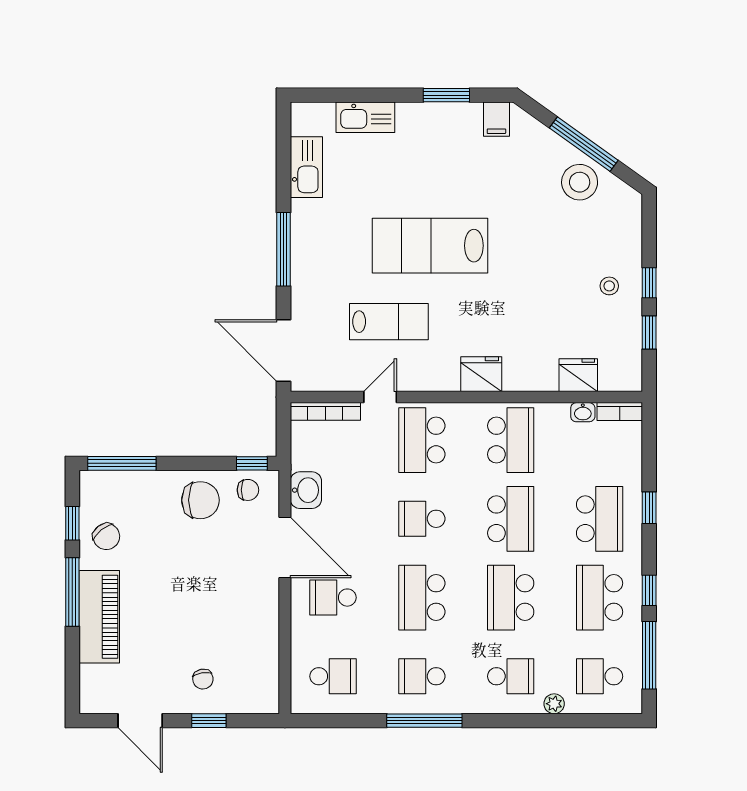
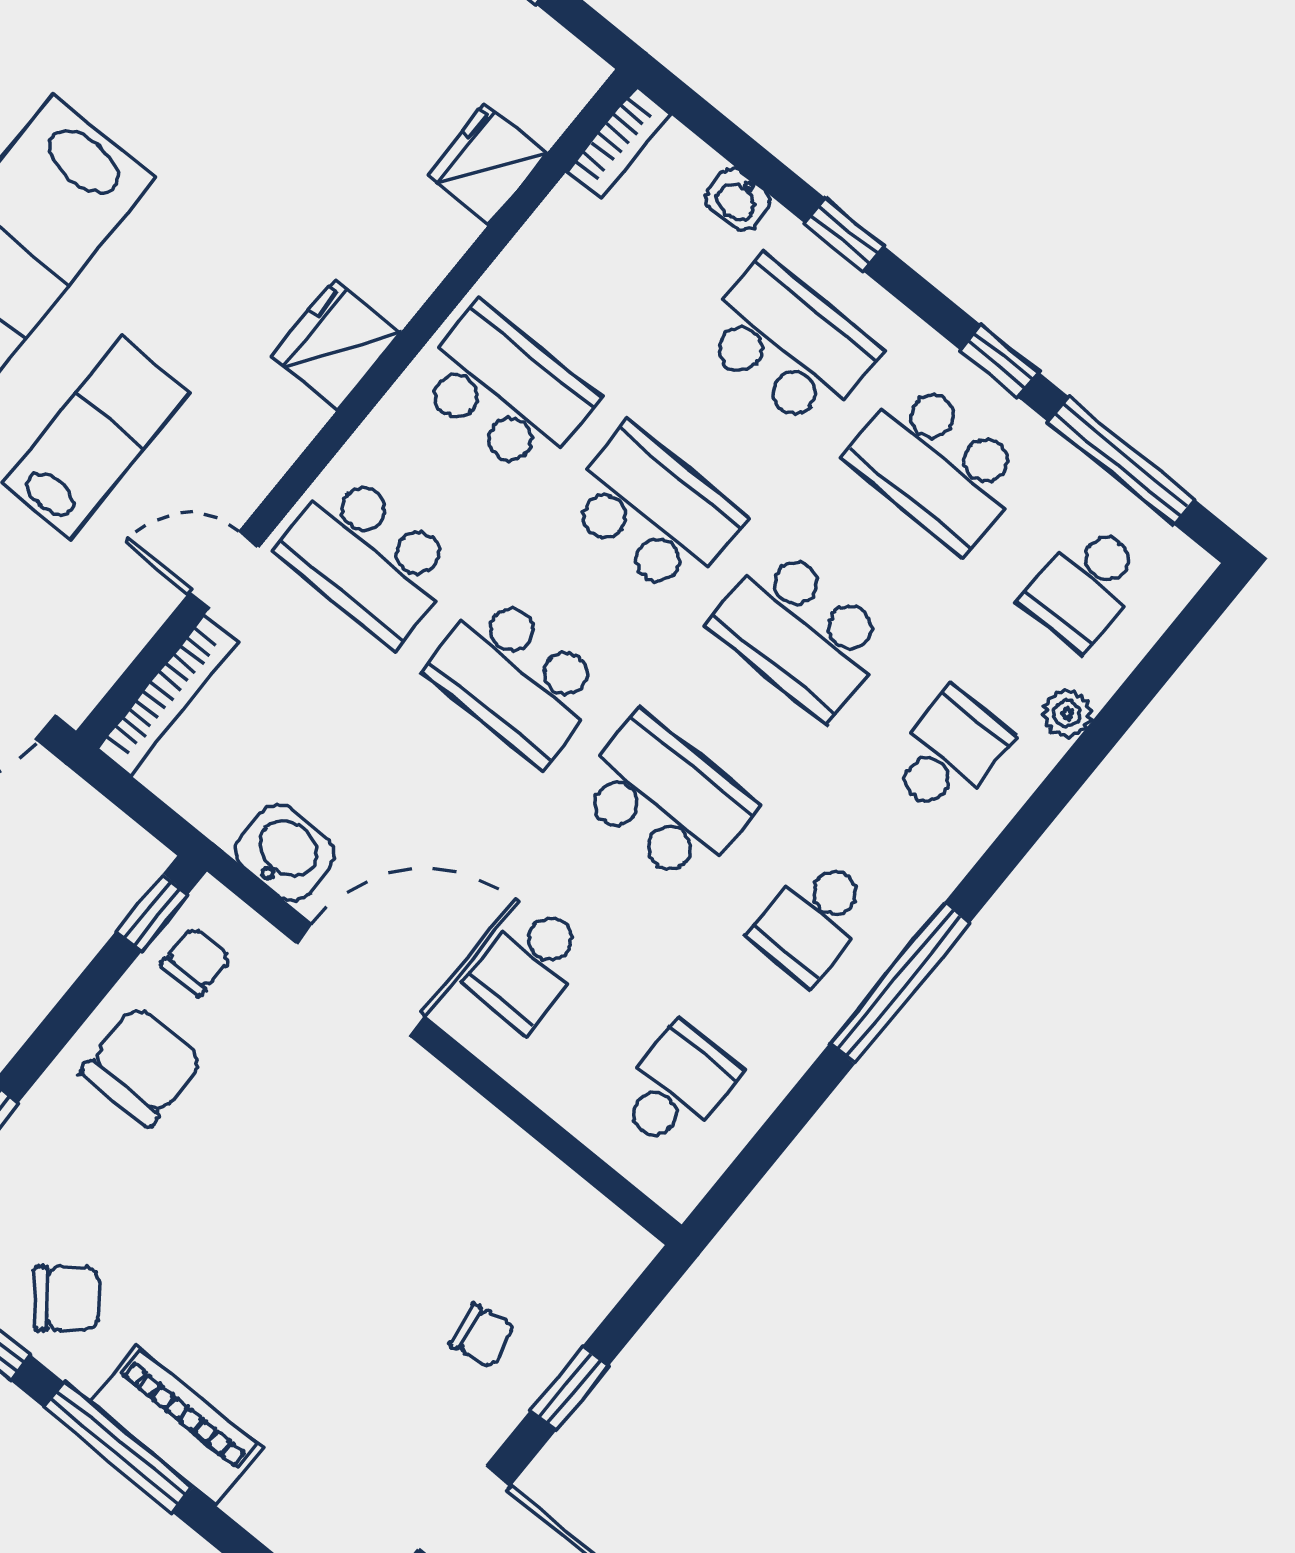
door: (380, 397) -> (224, 570), hinge flipped
washbasin: (583, 412) -> (738, 199), moved, turned 90
school desk: (422, 519) -> (517, 678), width x1.85
school desk: (422, 598) -> (665, 799), turned 180
piano: (99, 617) -> (175, 1425), width x0.73, depth x0.75

